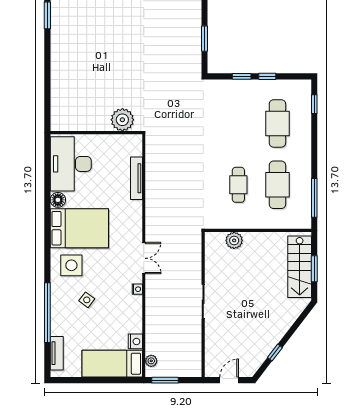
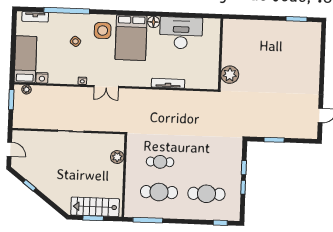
plant: (122, 120) -> (230, 75), moved
wall: (96, 133) -> (221, 54), moved

